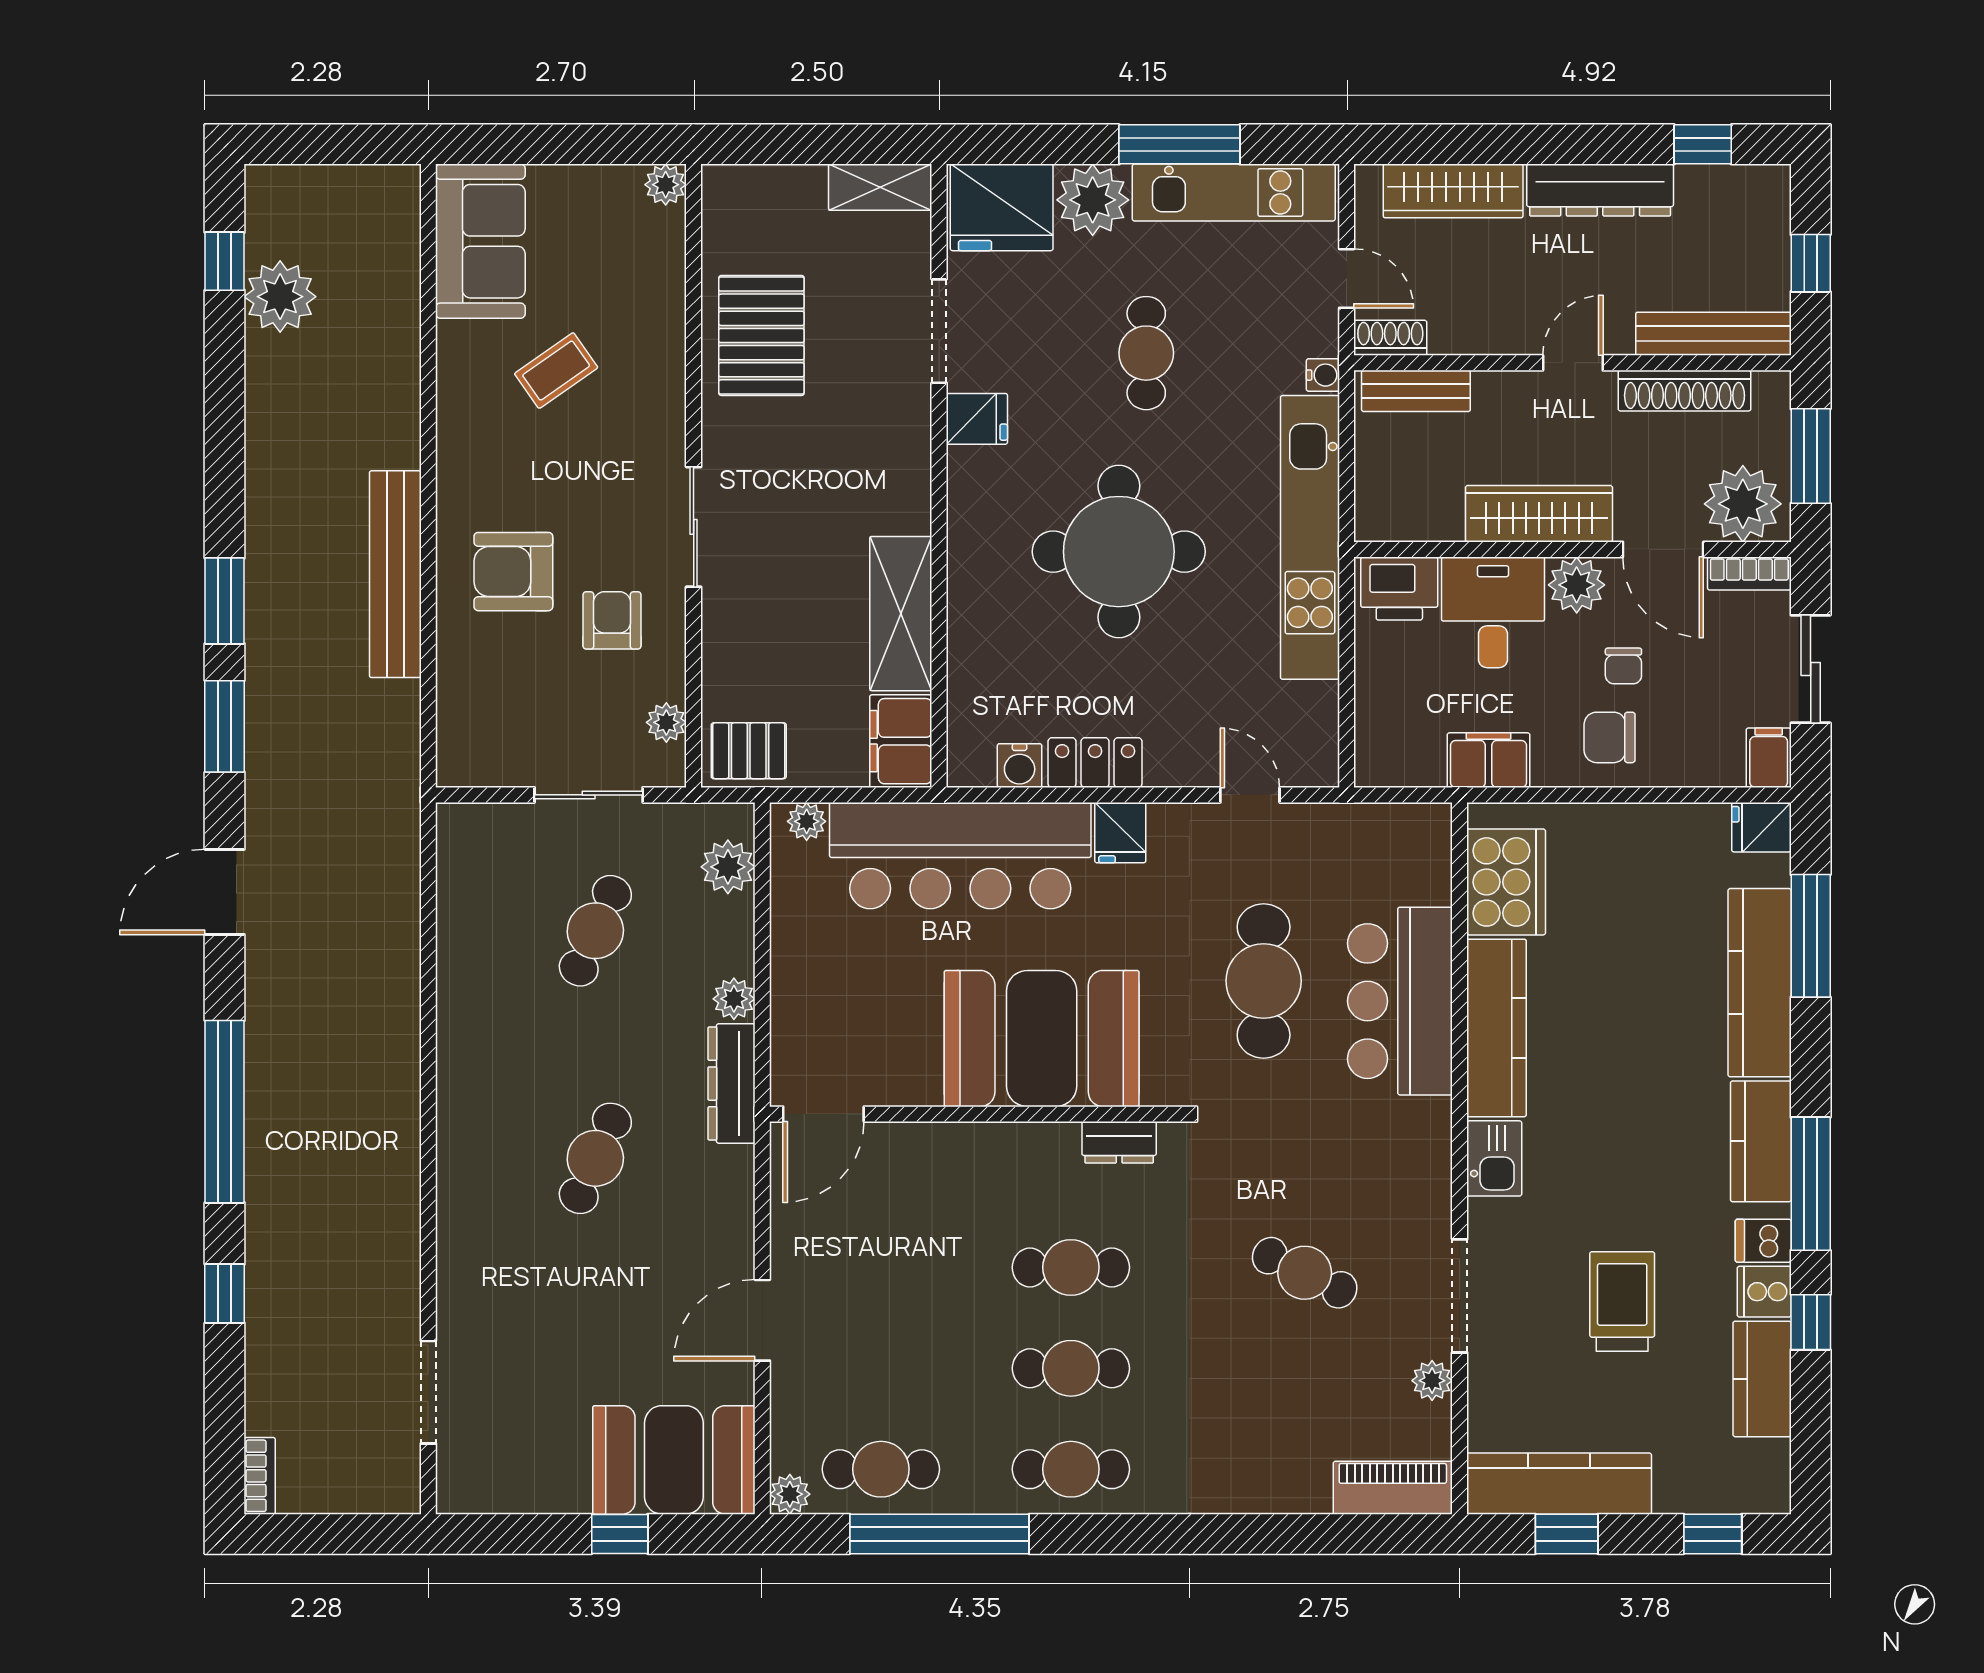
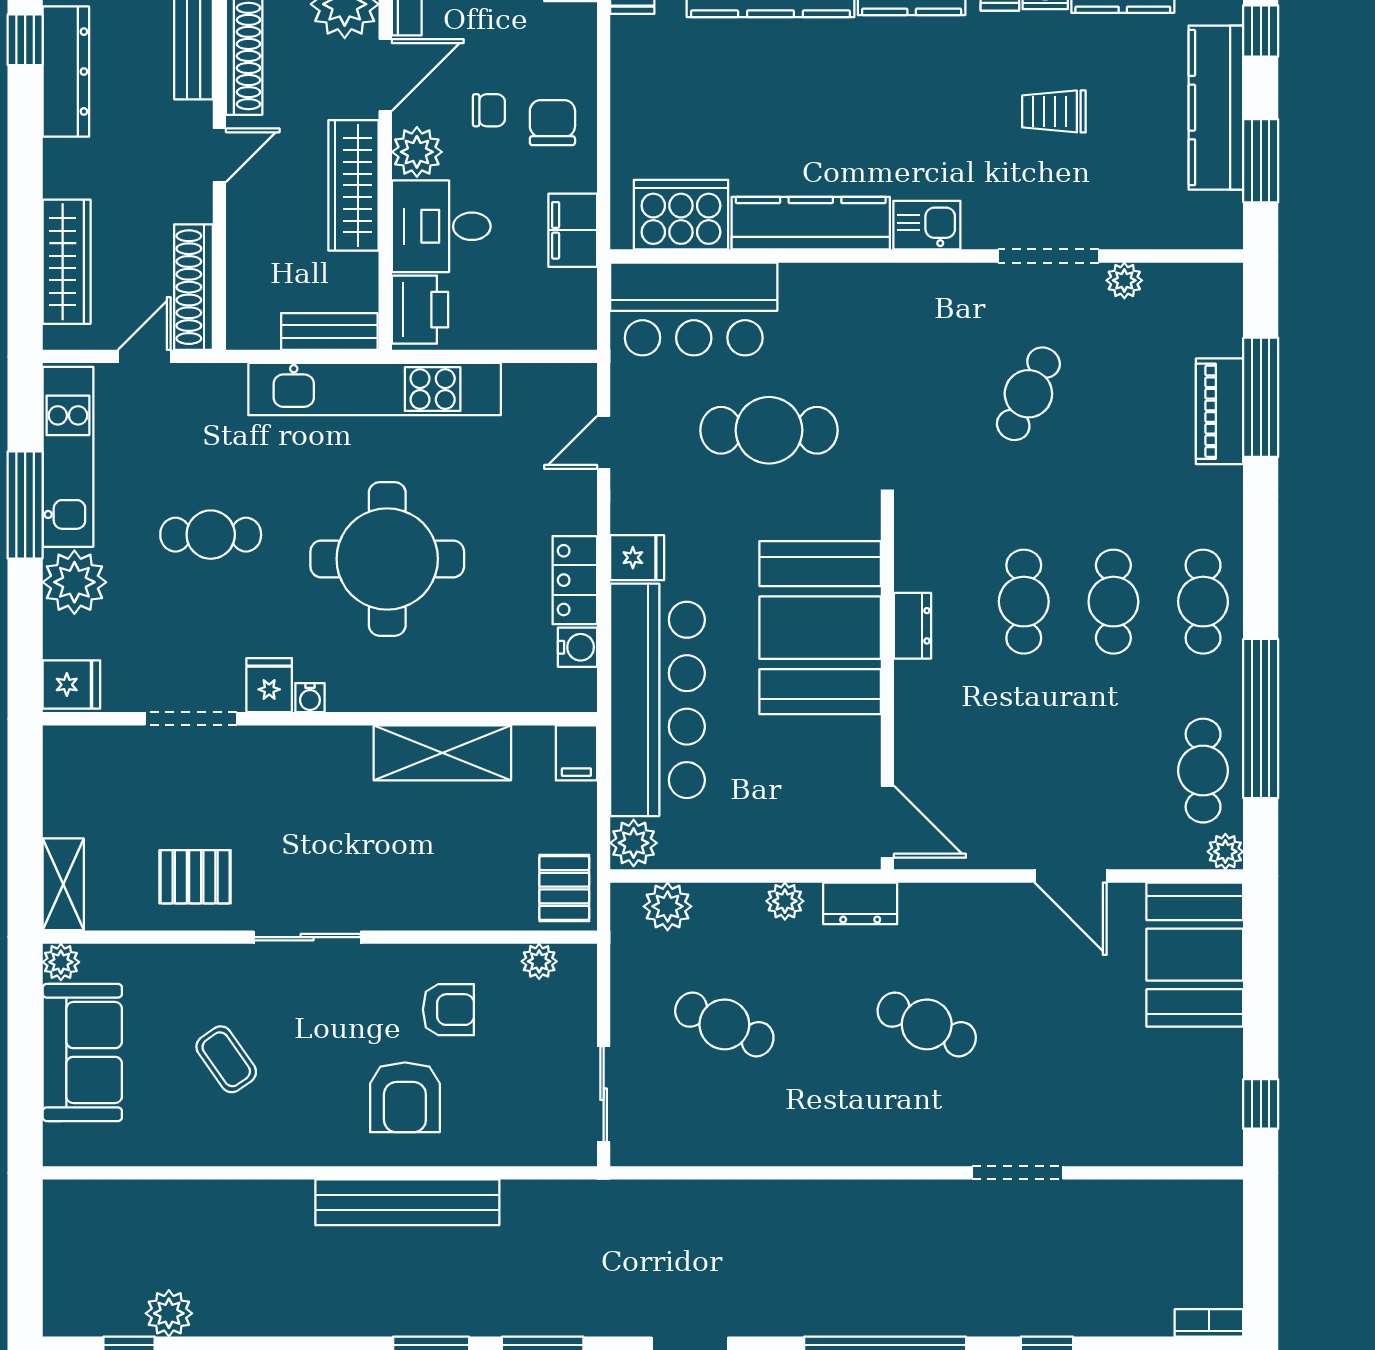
shelving: (880, 187) -> (63, 884), moved
dresser: (1600, 190) -> (66, 72), moved
fridge: (1002, 207) -> (71, 685), width x0.53, depth x0.75
sofa: (480, 241) -> (82, 1053), moved, turned 90
plant: (280, 297) -> (169, 1313), width x0.73, depth x0.73
pallet: (761, 335) -> (195, 877), width x0.67, depth x0.71
shoe rack: (1390, 338) -> (193, 287), width x1.94, depth x1.24
door: (1573, 363) -> (219, 155), swing flipped
water cooler: (1323, 375) -> (310, 698), moved, turned 180
bench: (1416, 391) -> (329, 331), moved, turned 90
sliding door: (694, 527) -> (307, 937), moved
armchair: (612, 620) -> (448, 1010), turned 180
chair: (1610, 737) -> (552, 123), turned 180
filing cabinet: (901, 741) -> (576, 753), width x0.50
sliding door: (589, 795) -> (604, 1094), moved
plant: (807, 821) -> (634, 843), width x1.38, depth x1.38
bar counter: (1400, 1001) -> (694, 309), moved
dresser: (732, 1084) -> (860, 903), width x0.70
dresser: (1119, 1142) -> (912, 626), moved
trolley: (1622, 1301) -> (1054, 111), width x0.73, depth x0.72
doorway: (428, 1392) -> (1017, 1173), moved
kitchen counter: (1559, 1484) -> (1216, 108), moved
piano: (1393, 1488) -> (1220, 411), moved
window: (620, 1534) -> (1261, 1104), moved
window: (1301, 1534) -> (1261, 397), added
window: (1567, 1534) -> (1261, 161), width x1.50

